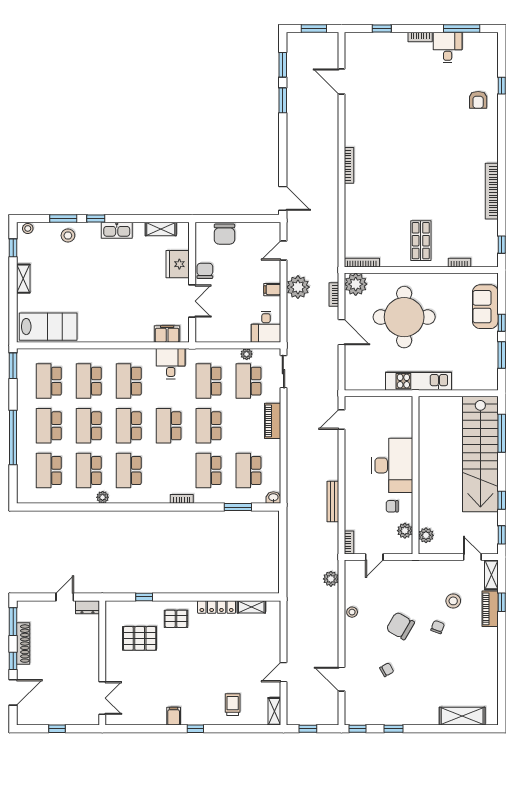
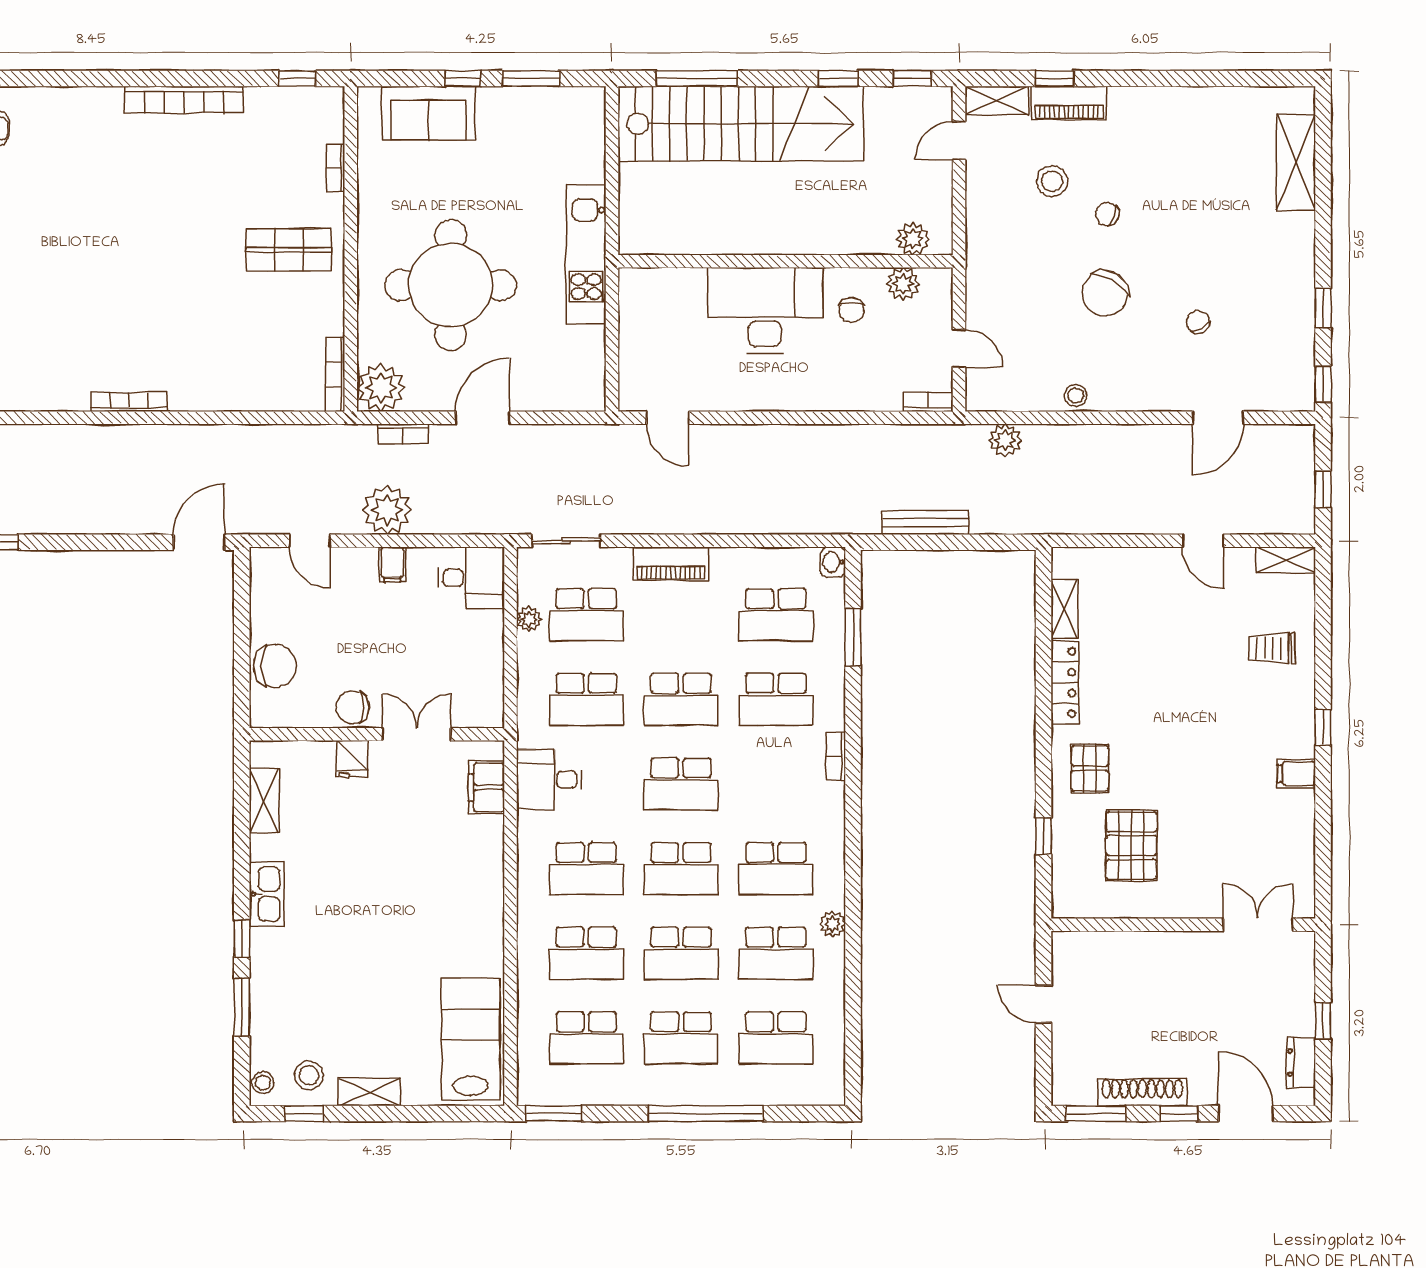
stool: (68, 236) -> (309, 1075), moved
fridge: (178, 264) -> (352, 759), width x0.53, depth x0.75
bench: (333, 501) -> (925, 522), moved
dresser: (87, 607) -> (1301, 1062), moved, turned 180

